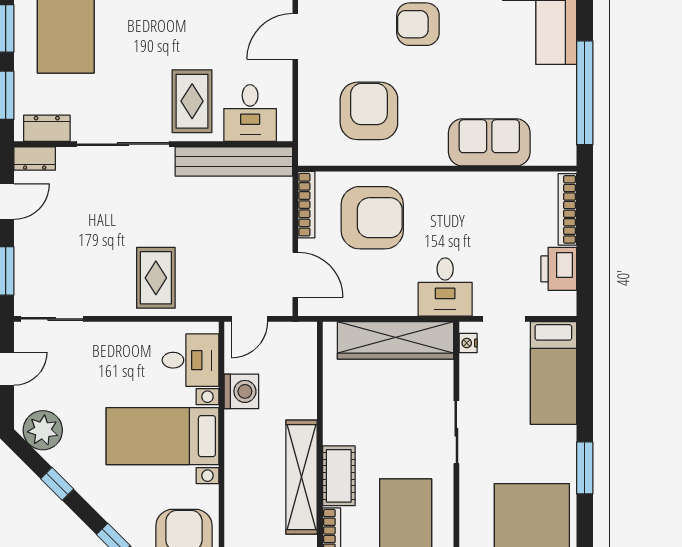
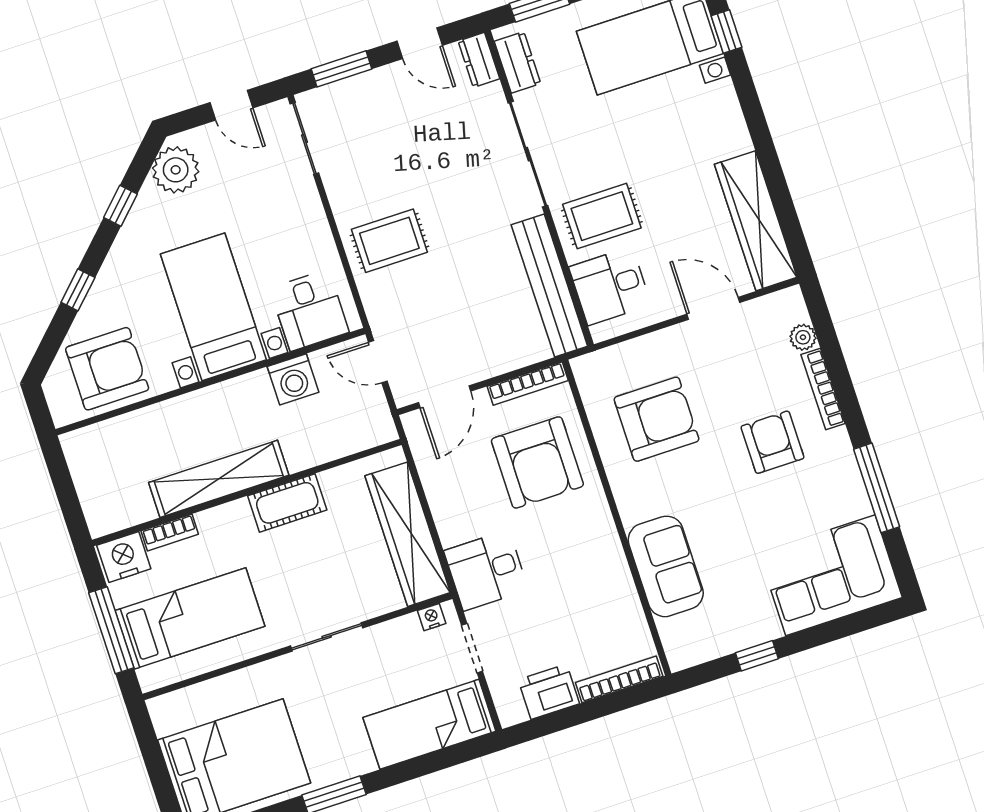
window: (585, 93) -> (757, 656), width x0.32
cot: (339, 476) -> (287, 503), moved

